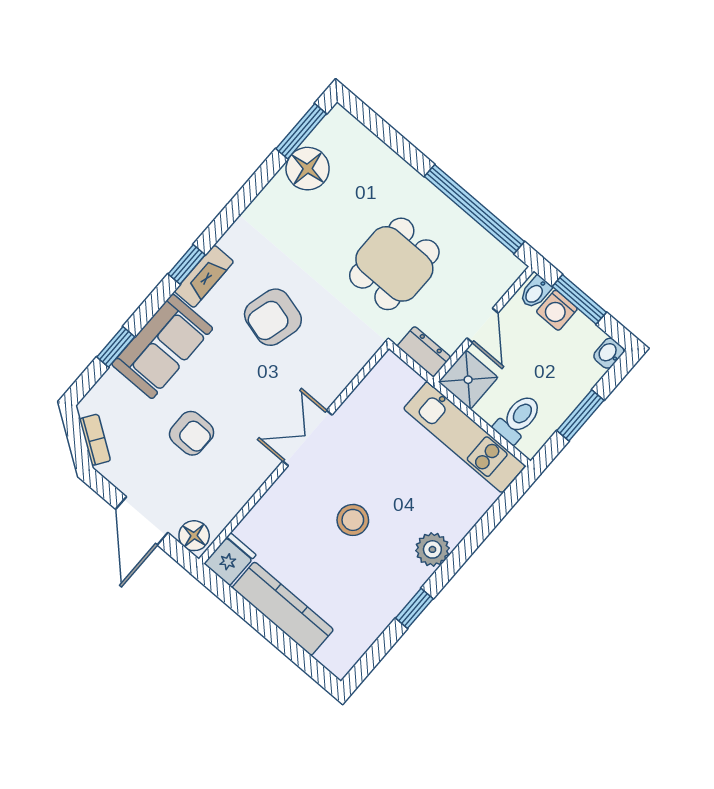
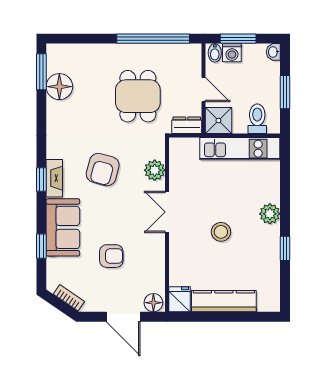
plant: (336, 373) -> (155, 170), added

